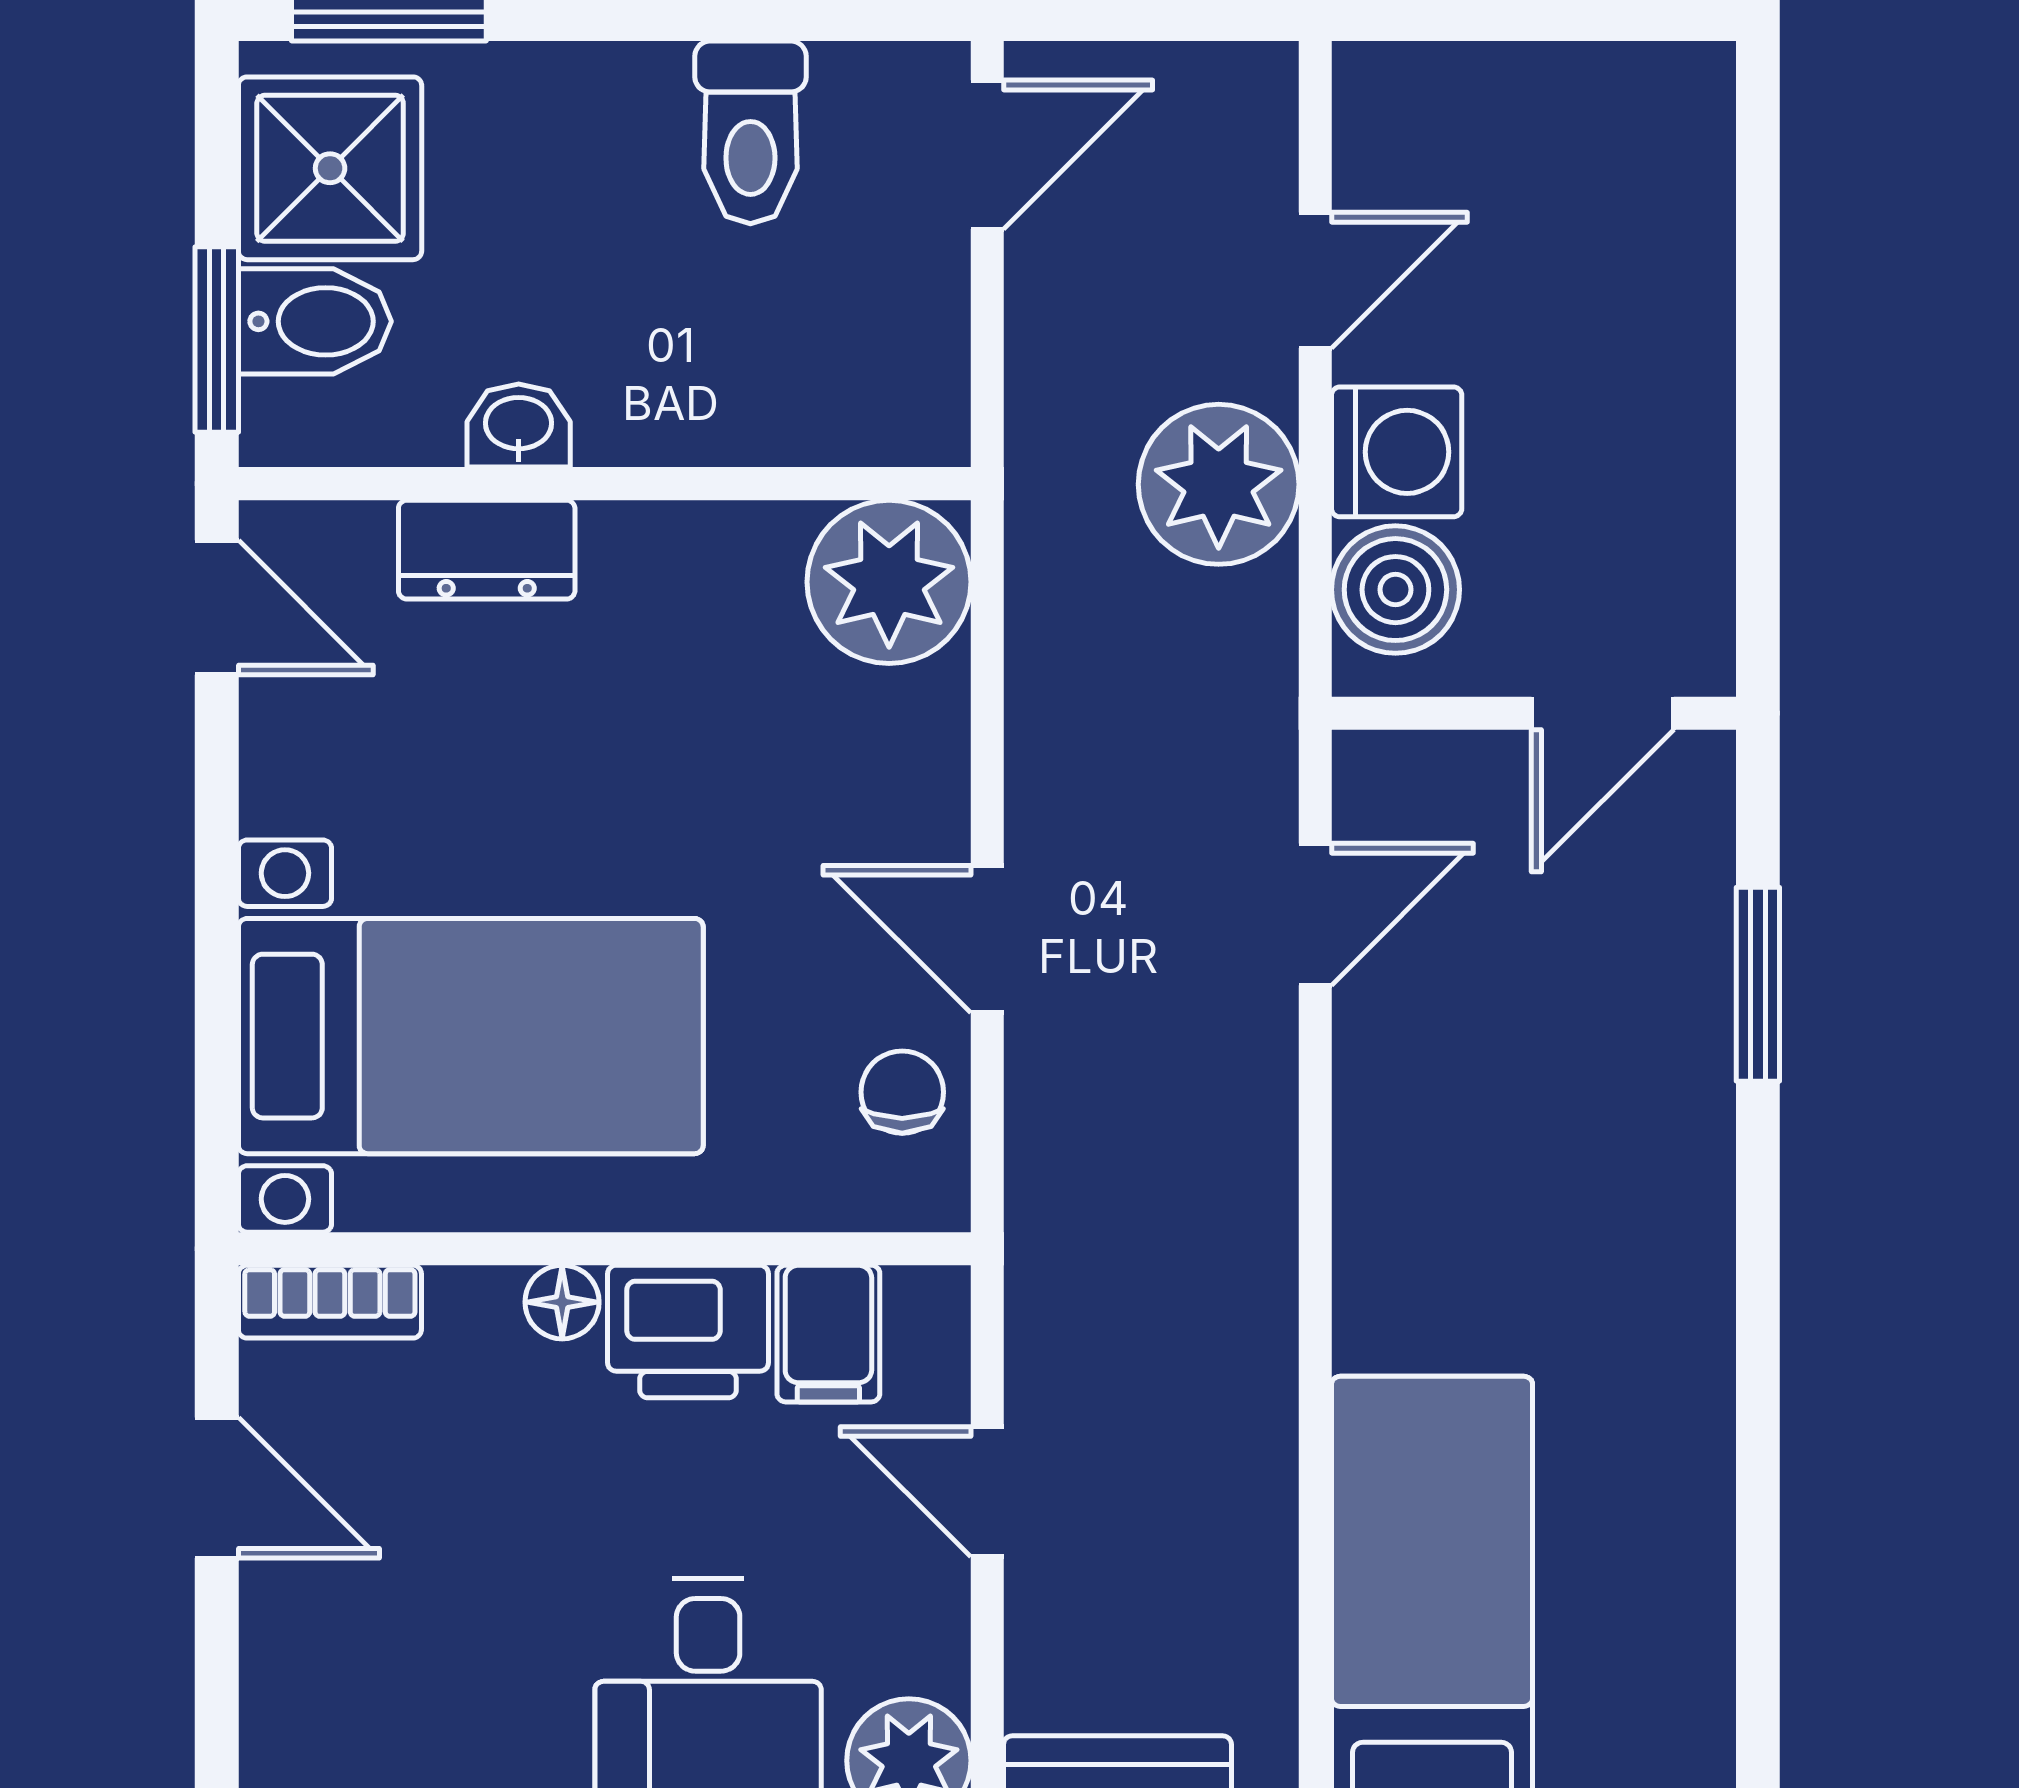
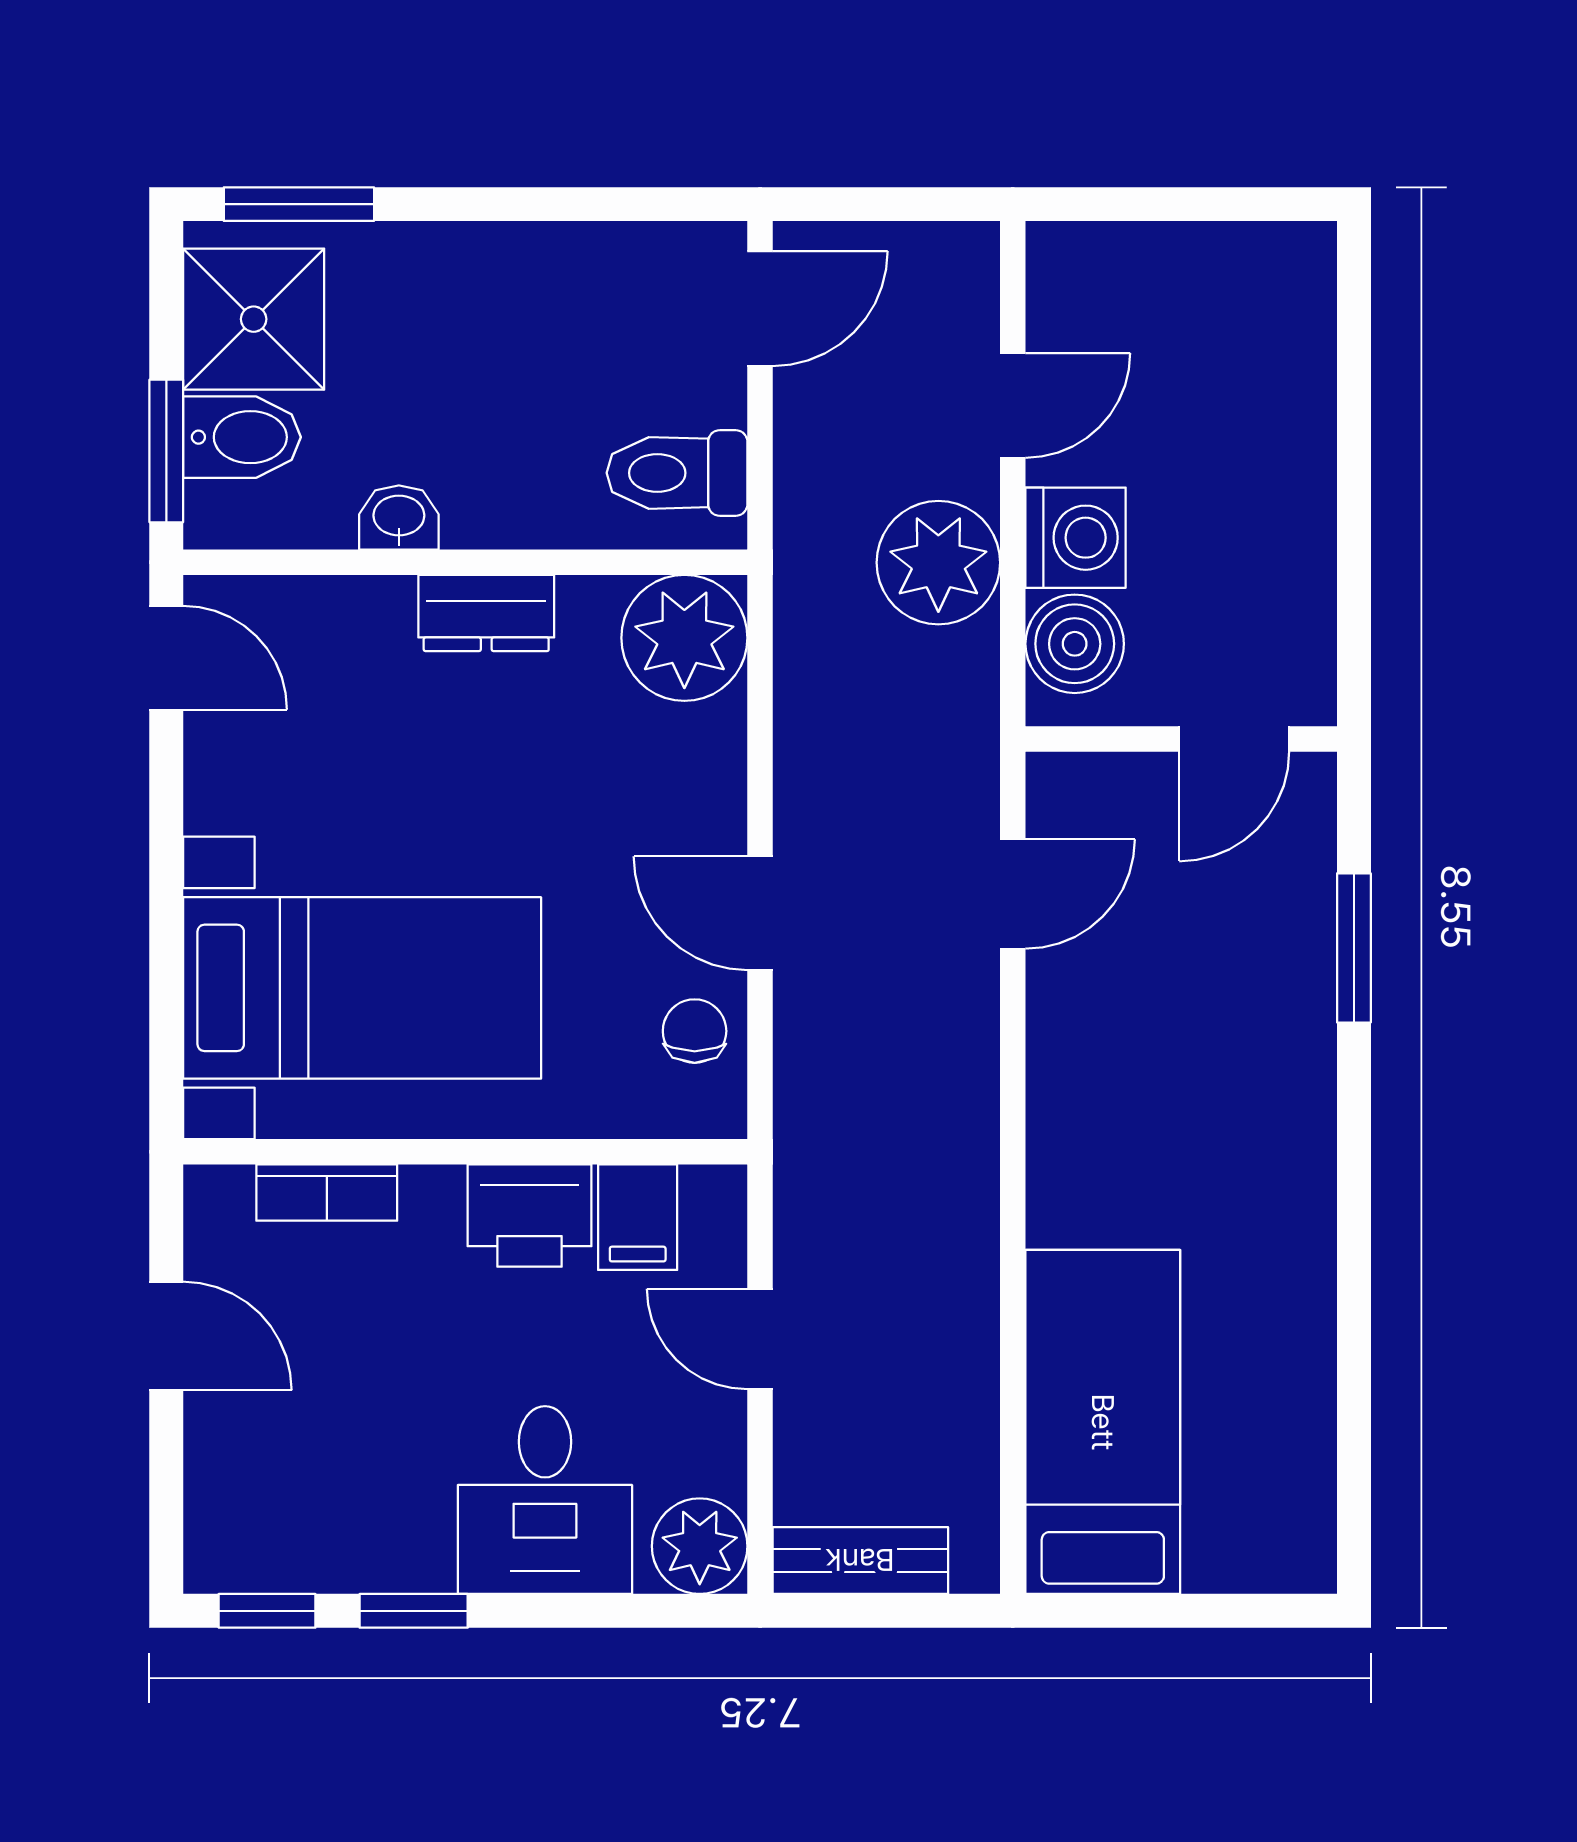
toilet: (750, 132) -> (677, 473), moved, turned 90
dresser: (487, 550) -> (486, 613), moved
bookcase: (330, 1302) -> (327, 1193), moved
floor lamp: (562, 1302) -> (432, 1193), removed

